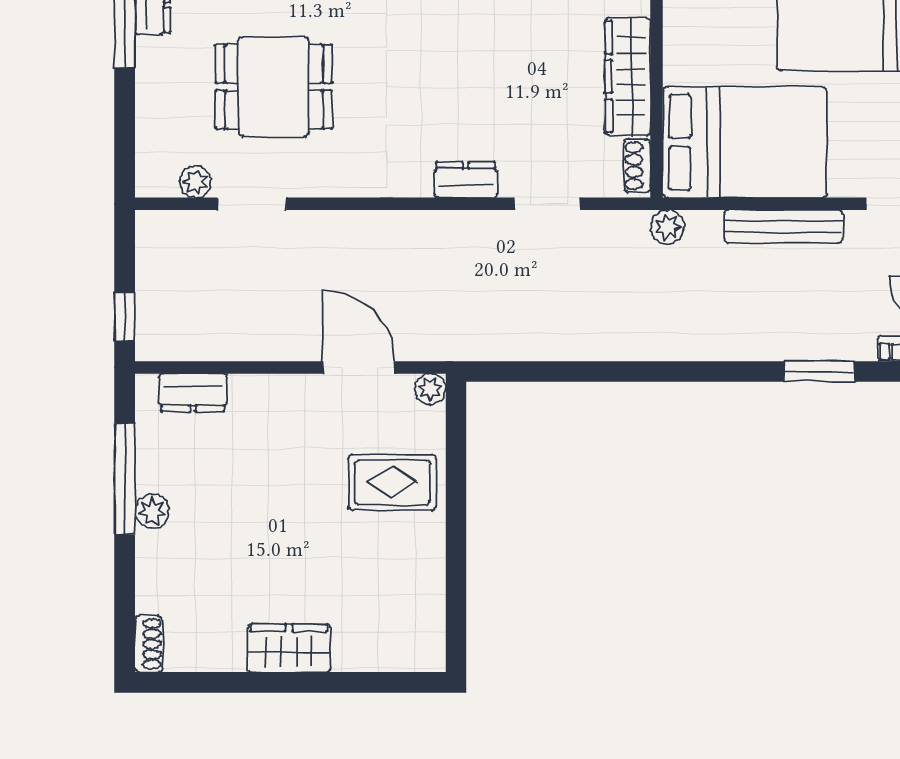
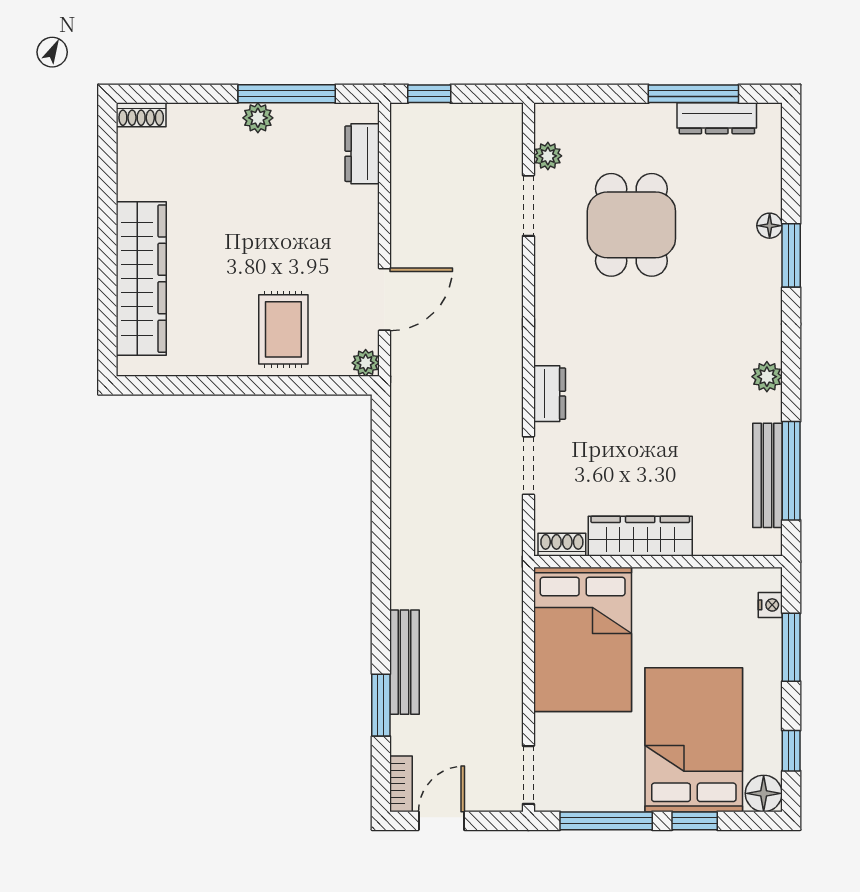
plant: (668, 227) -> (508, 571), removed
bench: (783, 227) -> (404, 662), moved
wardrobe: (289, 648) -> (141, 279), width x2.10, depth x1.17

